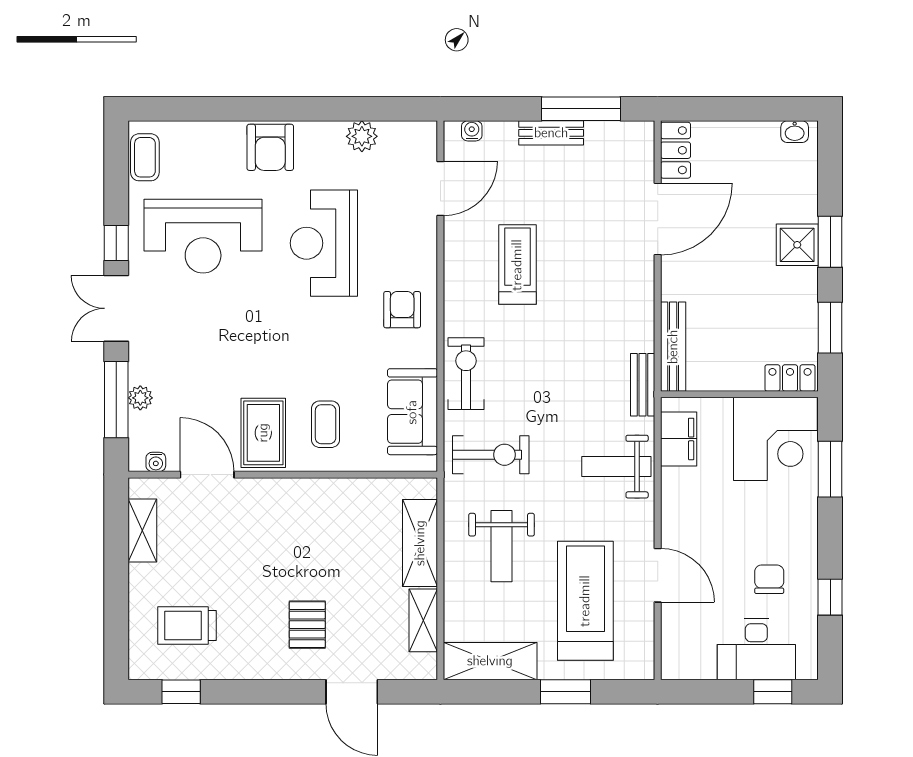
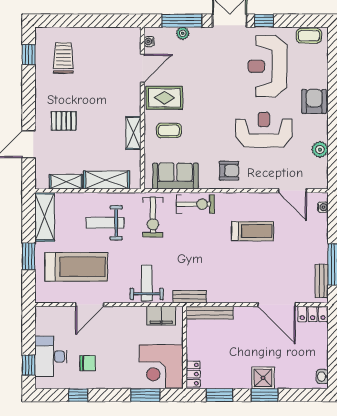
bench: (551, 133) -> (322, 281), moved
armchair: (270, 147) -> (314, 101), turned 90
shelving: (142, 531) -> (133, 133), moved, turned 90

